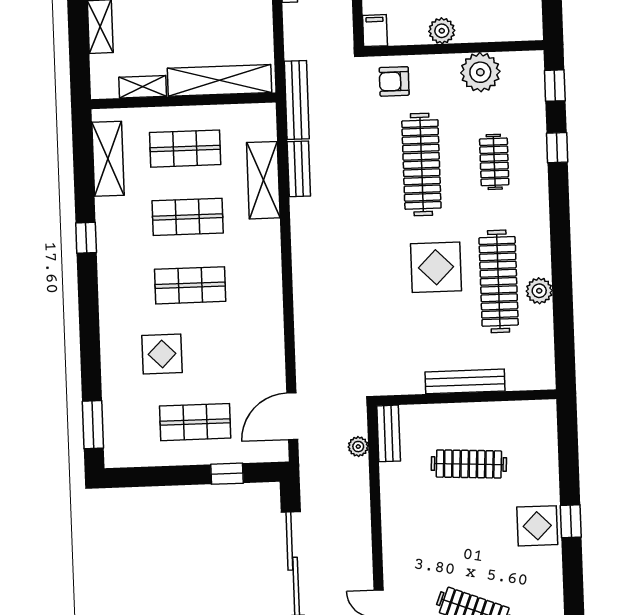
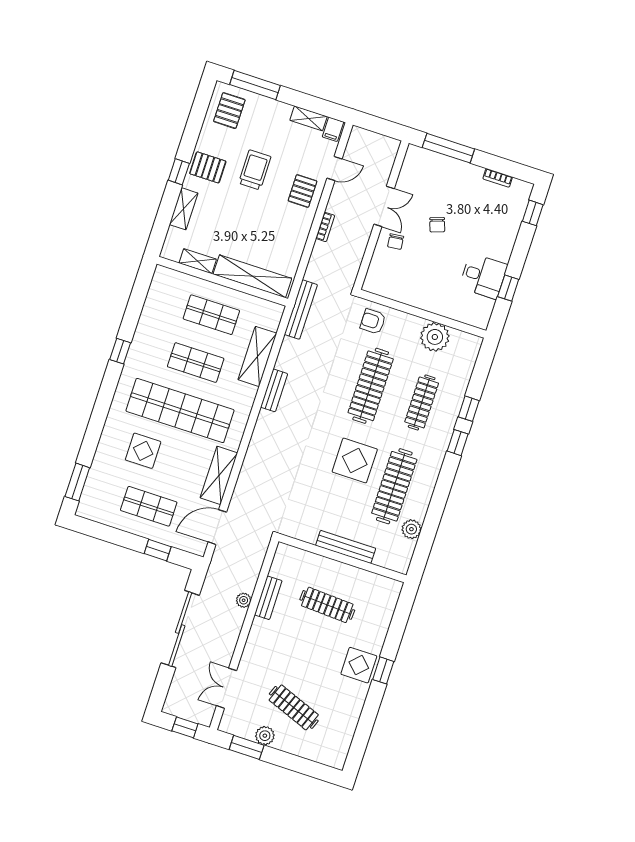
filing cabinet: (375, 31) -> (373, 281), removed
plant: (442, 31) -> (419, 299), removed
window: (555, 86) -> (458, 443), moved
shelving: (108, 159) -> (219, 475), moved
clothes rail: (494, 162) -> (422, 402), width x1.36
bench: (299, 169) -> (274, 390), moved
shop shelf: (190, 285) -> (180, 410), width x2.00, depth x1.36
plant: (539, 291) -> (411, 529), moved
bench: (389, 433) -> (268, 598), moved
plant: (358, 447) -> (244, 600), moved

